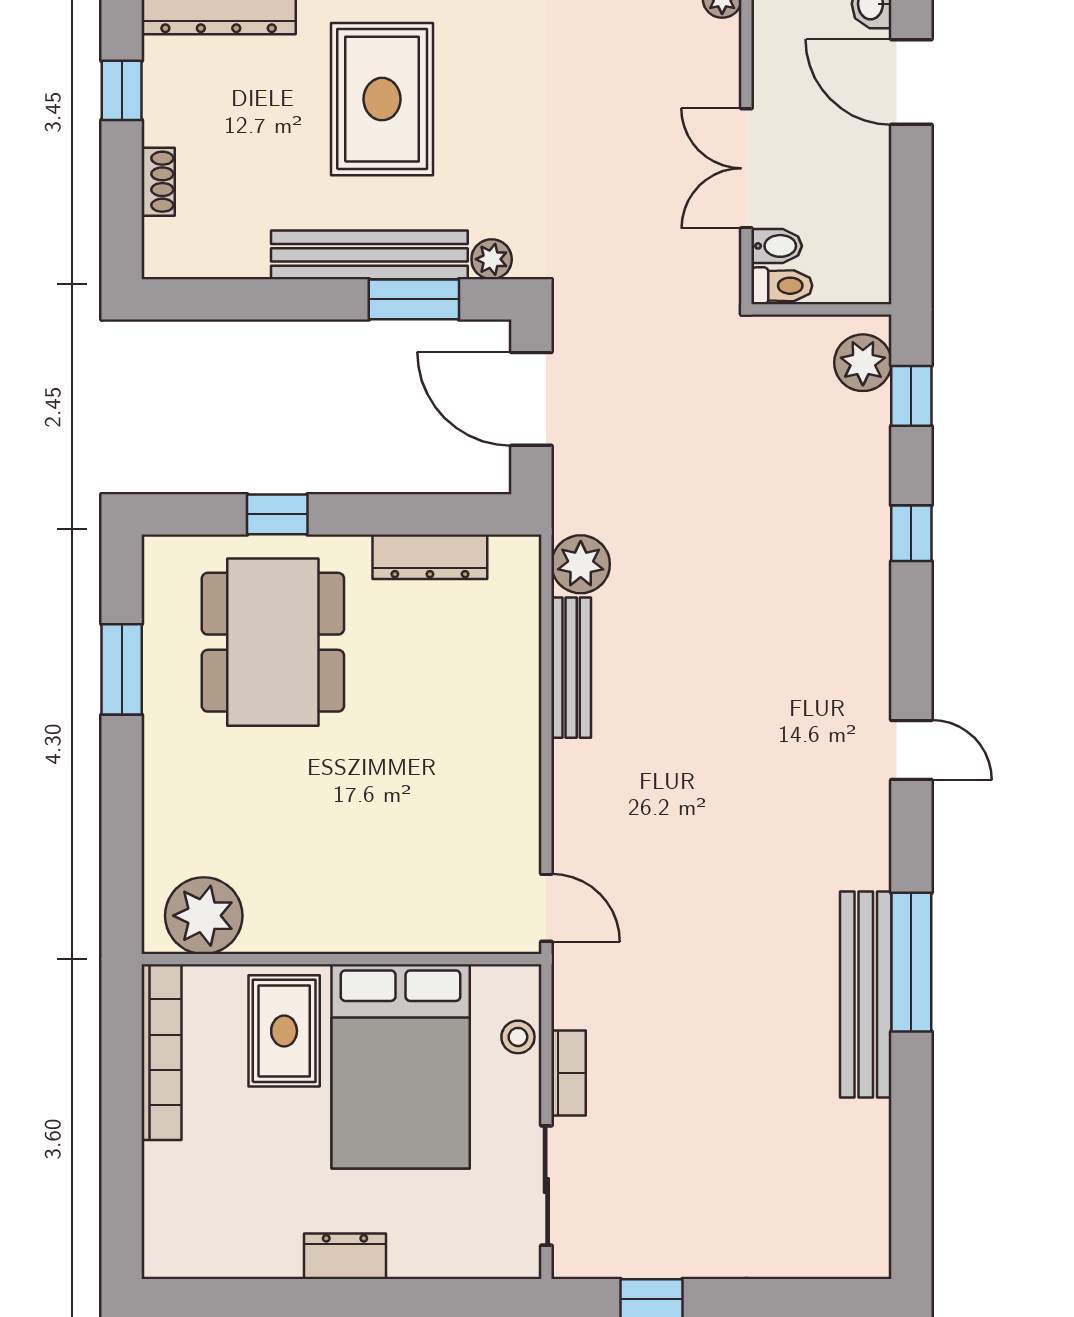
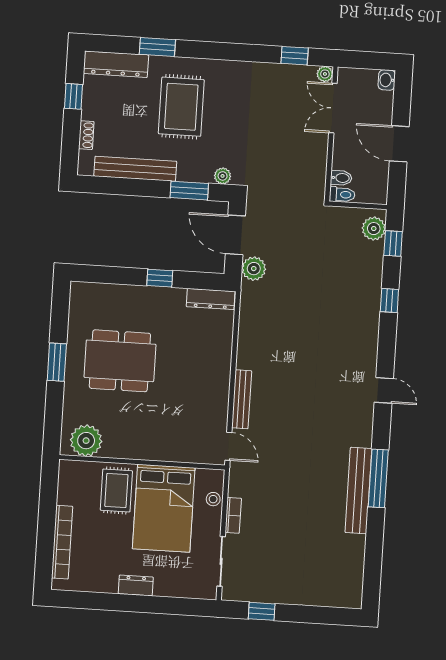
door: (911, 82) -> (399, 144), moved
double door: (746, 168) -> (333, 108), moved
bench: (369, 255) -> (135, 169), moved
window: (277, 514) -> (160, 278), moved
dresser: (430, 557) -> (211, 299), moved
plant: (581, 564) -> (254, 269), moved
dining table: (273, 642) -> (120, 361), moved, turned 90
bench: (571, 668) -> (242, 399), moved
window: (122, 669) -> (57, 362), moved
bookcase: (161, 1052) -> (62, 542), moved

